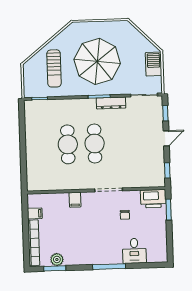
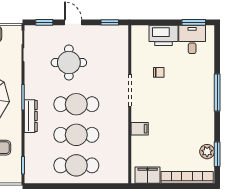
dresser: (111, 103) -> (31, 116), moved
round table: (131, 136) -> (69, 63), added
cafe table: (41, 145) -> (76, 165), added
printer: (153, 199) -> (163, 35), moved, turned 90
window: (169, 210) -> (194, 22), moved
filing cabinet: (35, 213) -> (148, 175), width x2.00
desk: (134, 251) -> (192, 39), moved, turned -90

